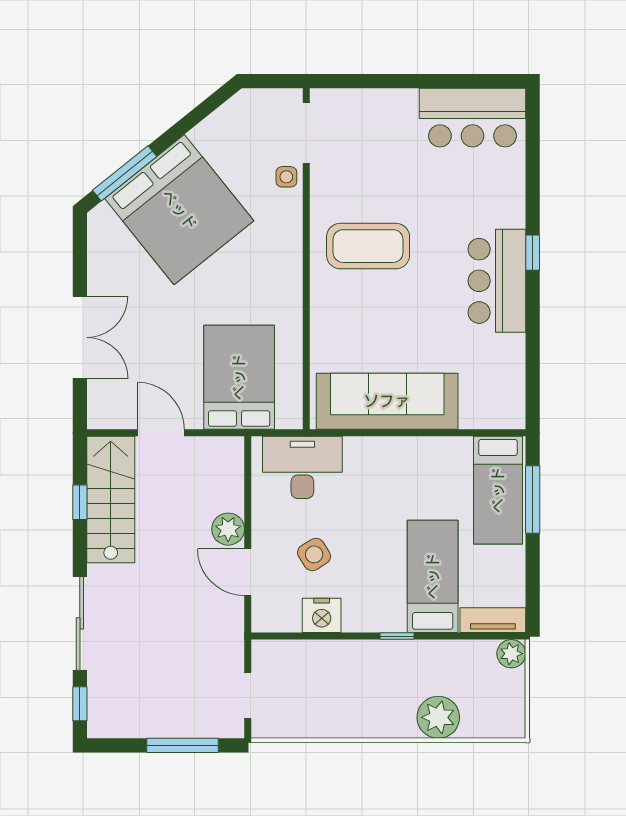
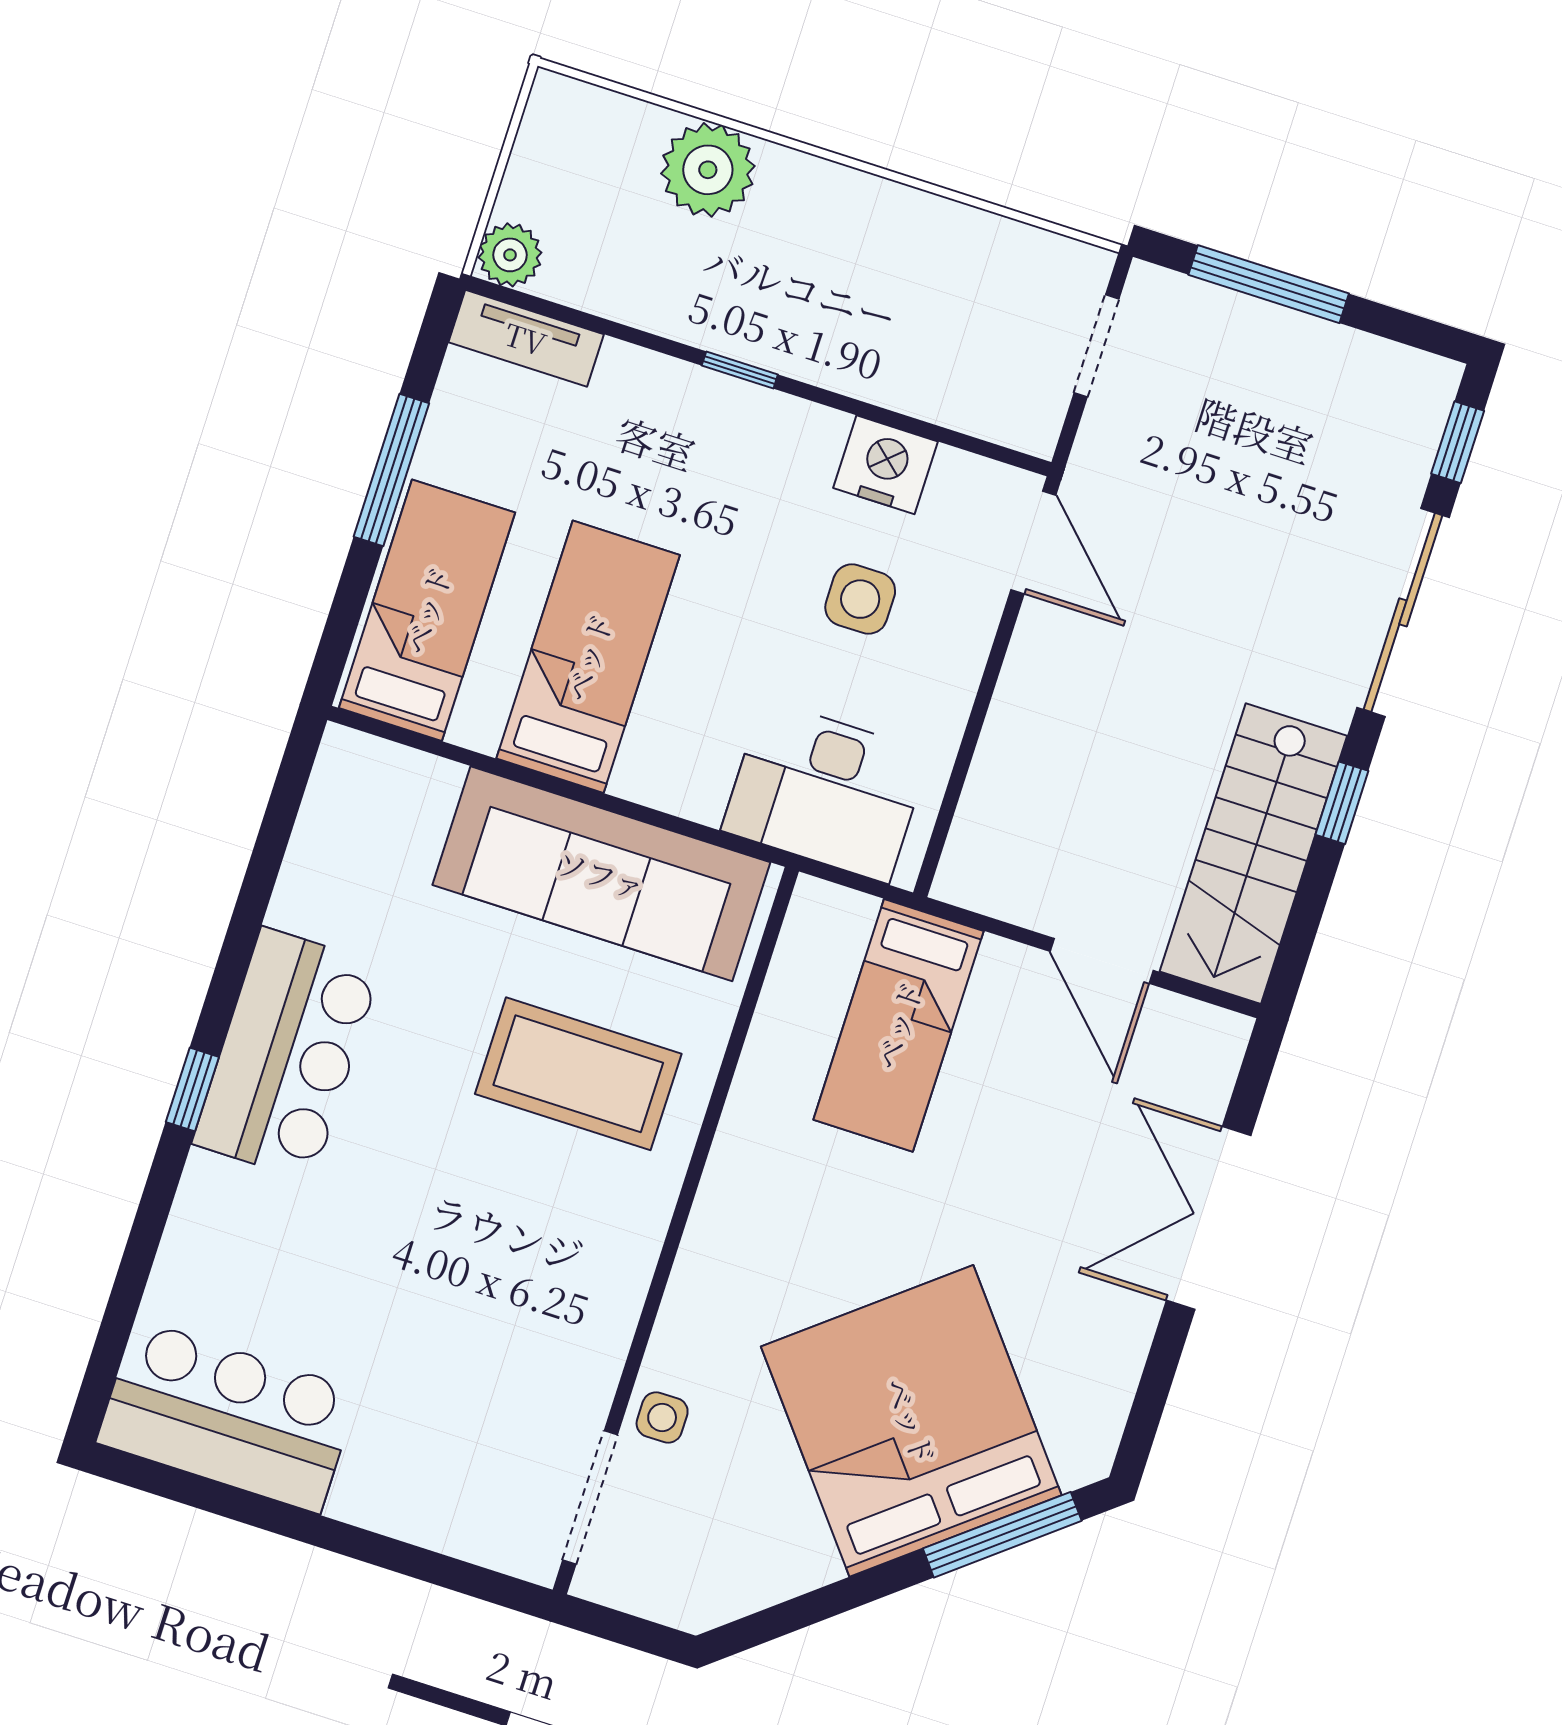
coffee table: (368, 246) -> (578, 1074), moved
bed: (239, 377) -> (898, 1025), width x0.67
window: (533, 500) -> (391, 470), moved
window: (80, 502) -> (1342, 803), moved
plant: (228, 529) -> (1025, 711), removed
side table: (314, 554) -> (860, 599), turned 32
door: (248, 572) -> (1033, 542), moved
bed: (433, 576) -> (588, 657), moved, turned 180

